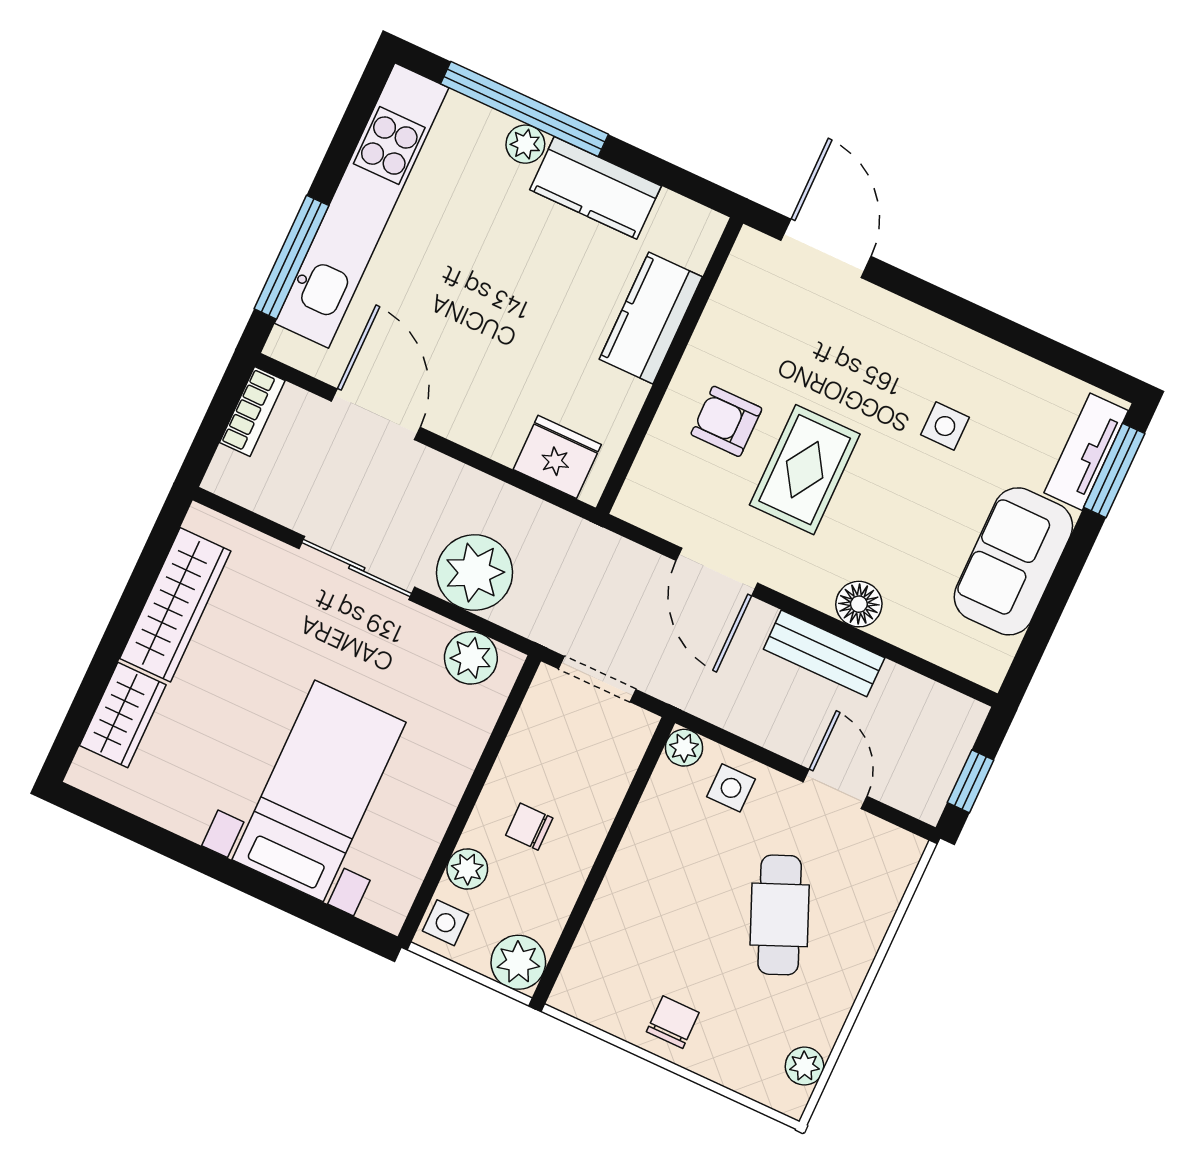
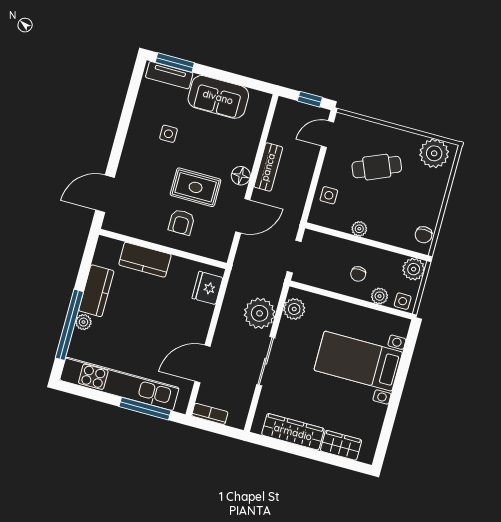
floor lamp: (859, 604) -> (241, 176), moved
plant: (684, 748) -> (359, 229), moved
door: (835, 789) -> (327, 134), moved
chair: (673, 1022) -> (424, 235), moved, turned -90
plant: (804, 1066) -> (434, 153), width x1.88, depth x1.88

